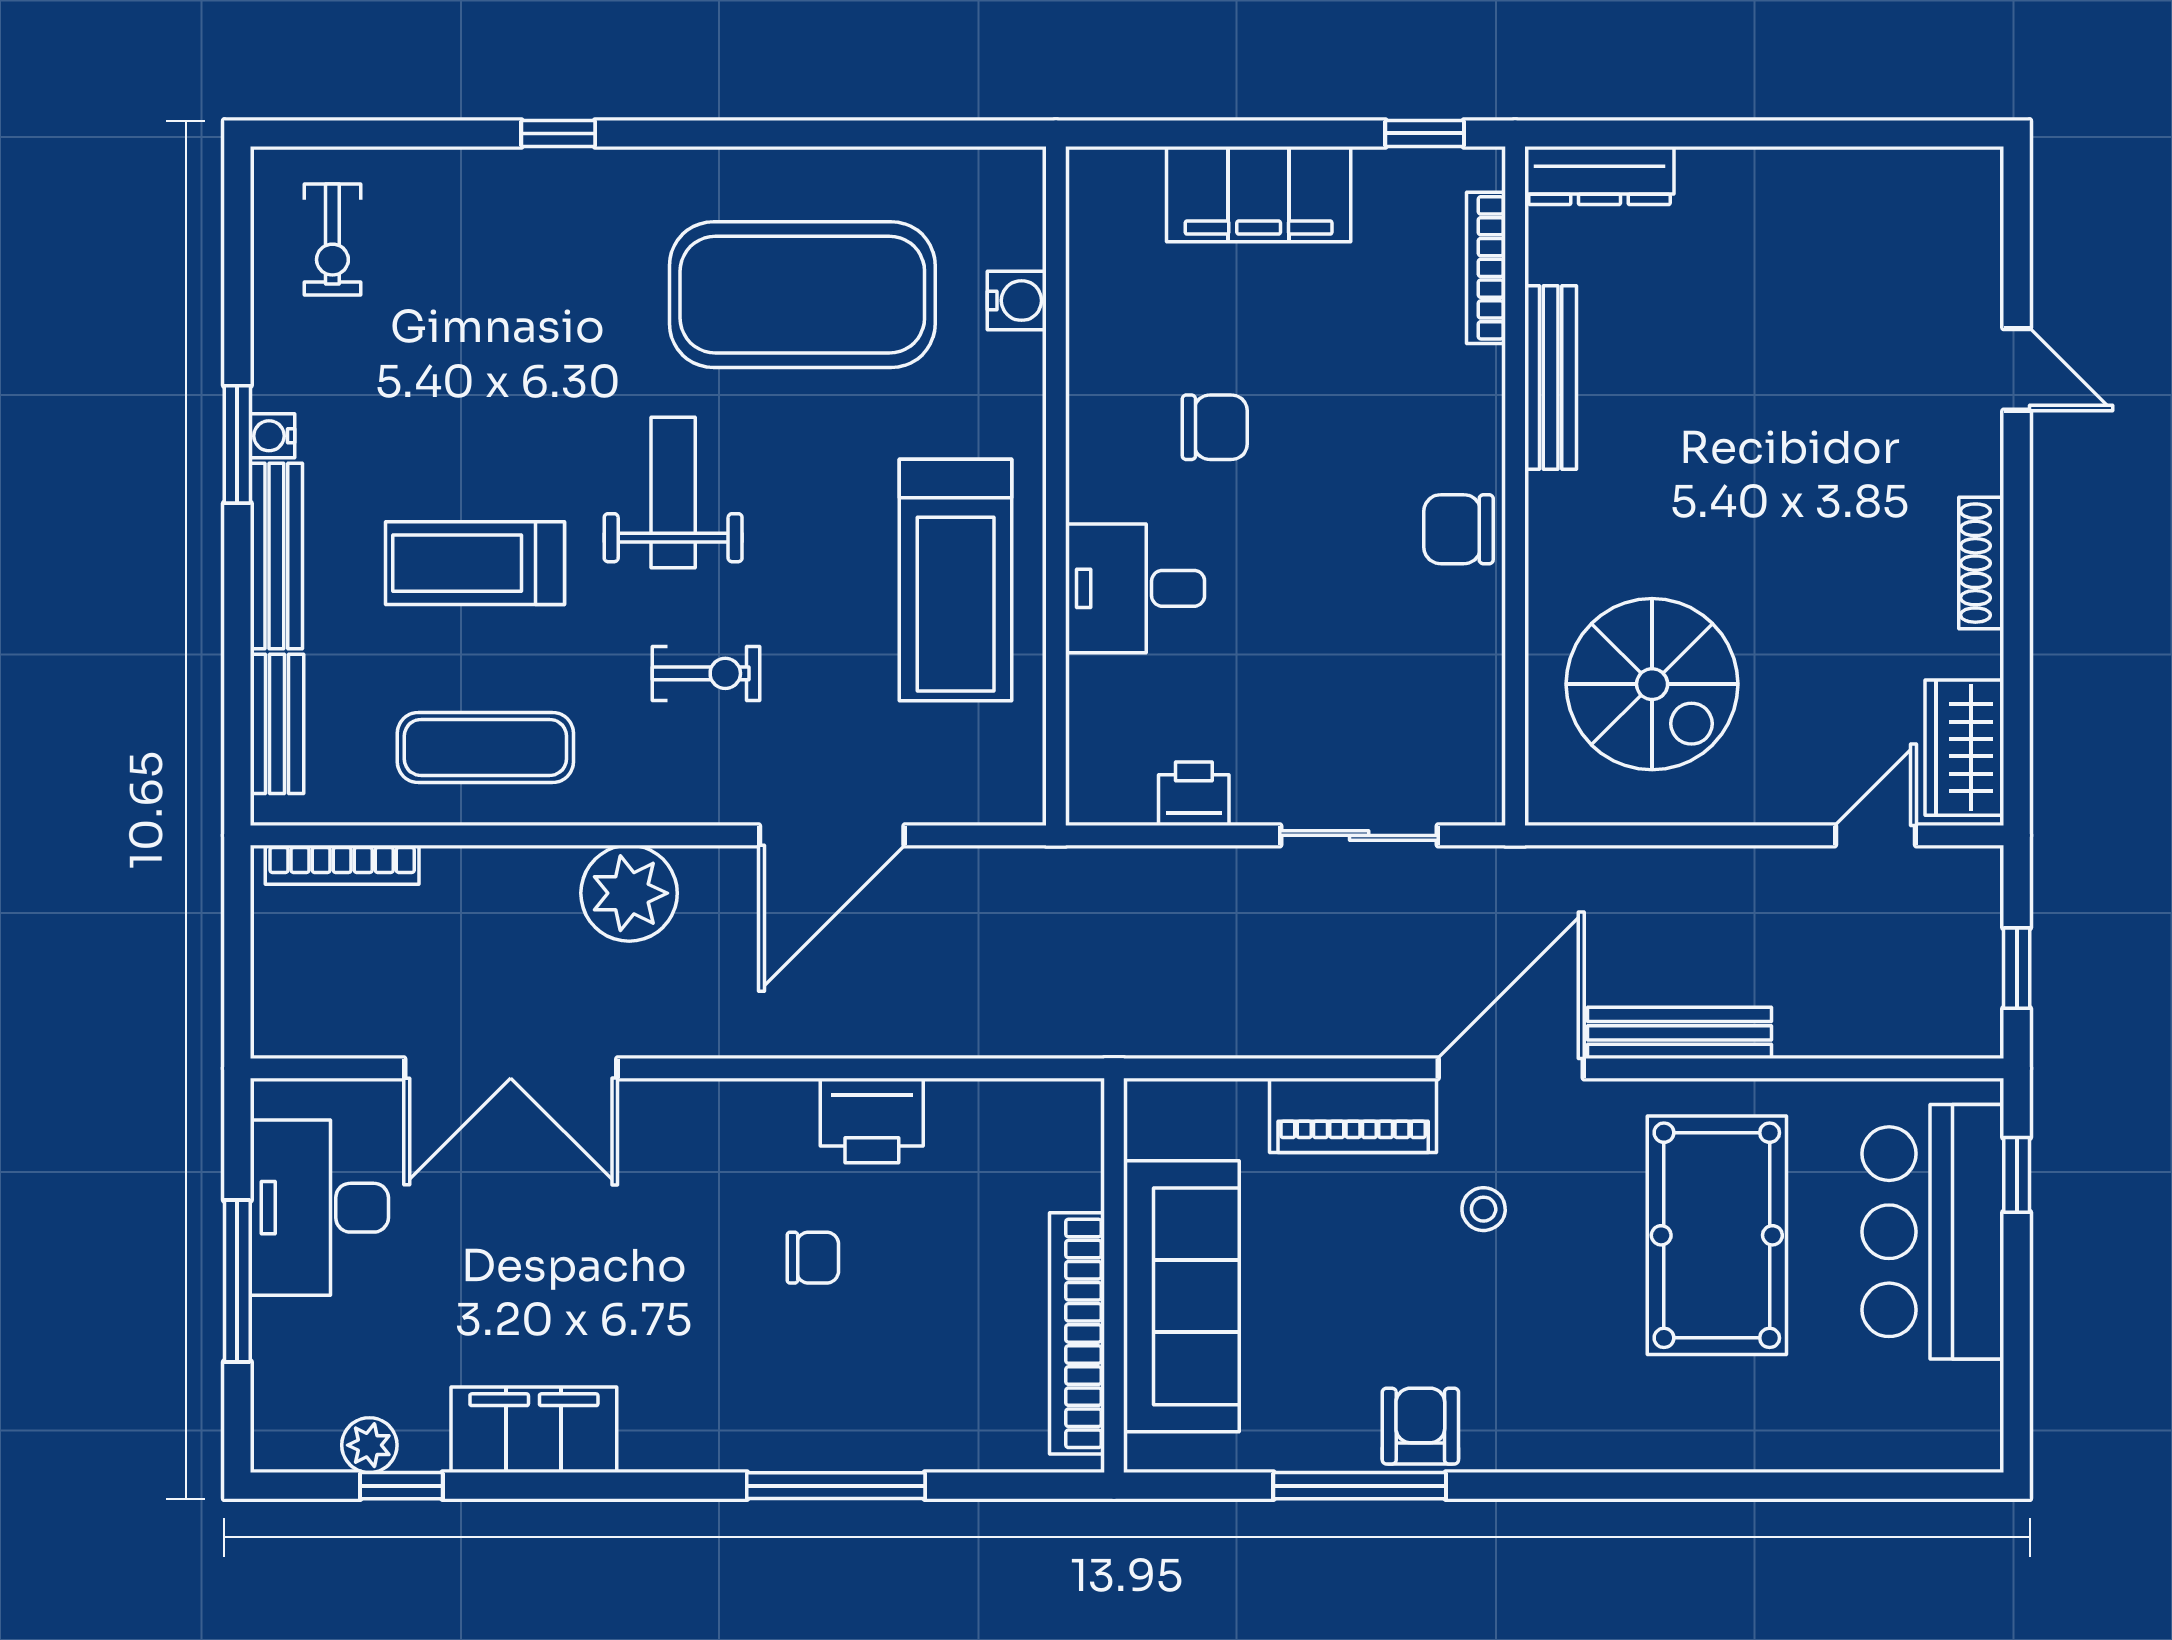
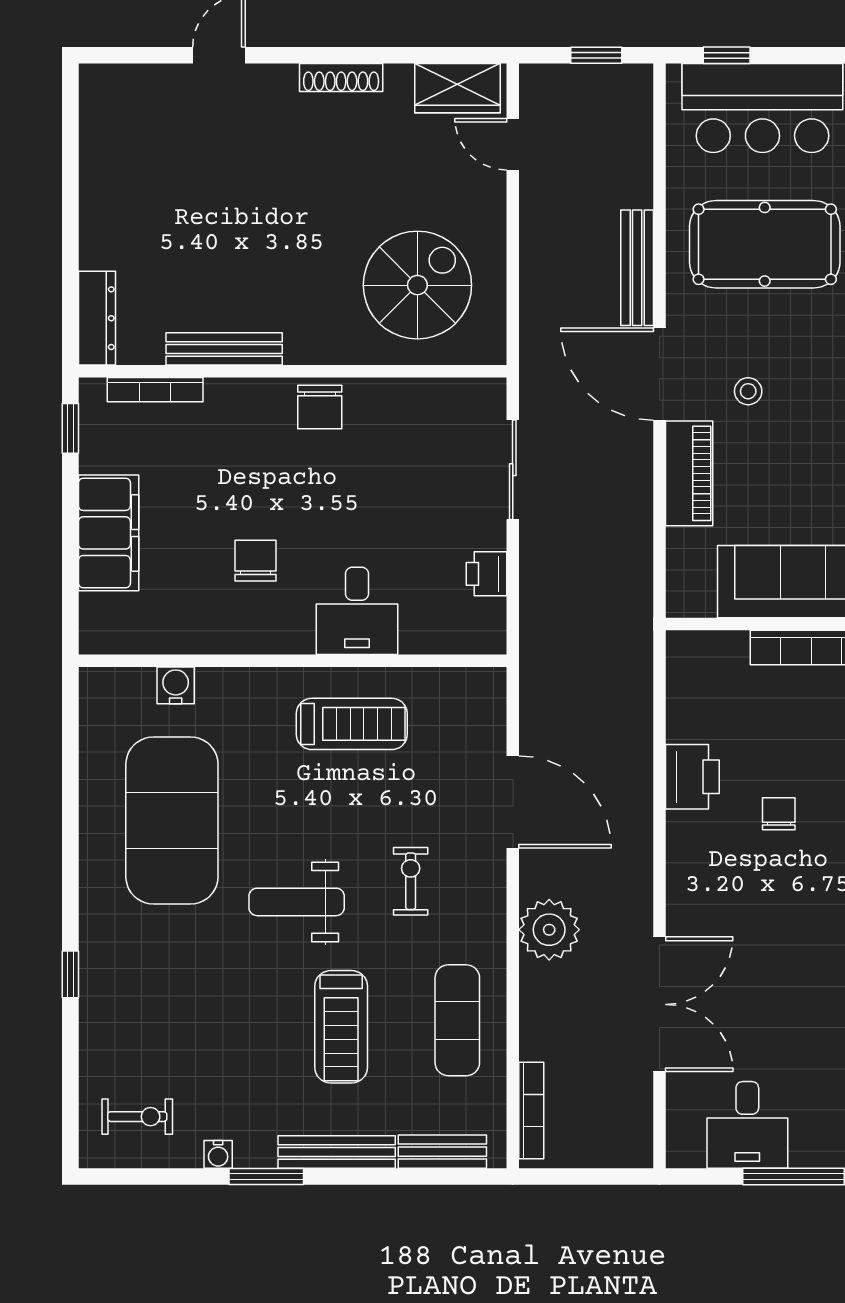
water cooler: (273, 436) -> (218, 1154), moved
treadmill: (956, 580) -> (352, 724), width x0.73, depth x0.73
desk: (319, 1208) -> (747, 1125), width x0.73

